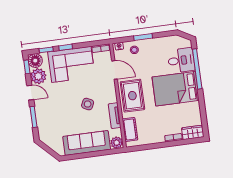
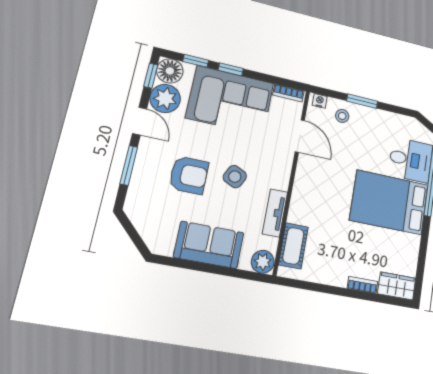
rug: (132, 96) -> (316, 189), removed
armchair: (64, 111) -> (189, 175), added
sofa: (87, 143) -> (209, 245), width x0.73

